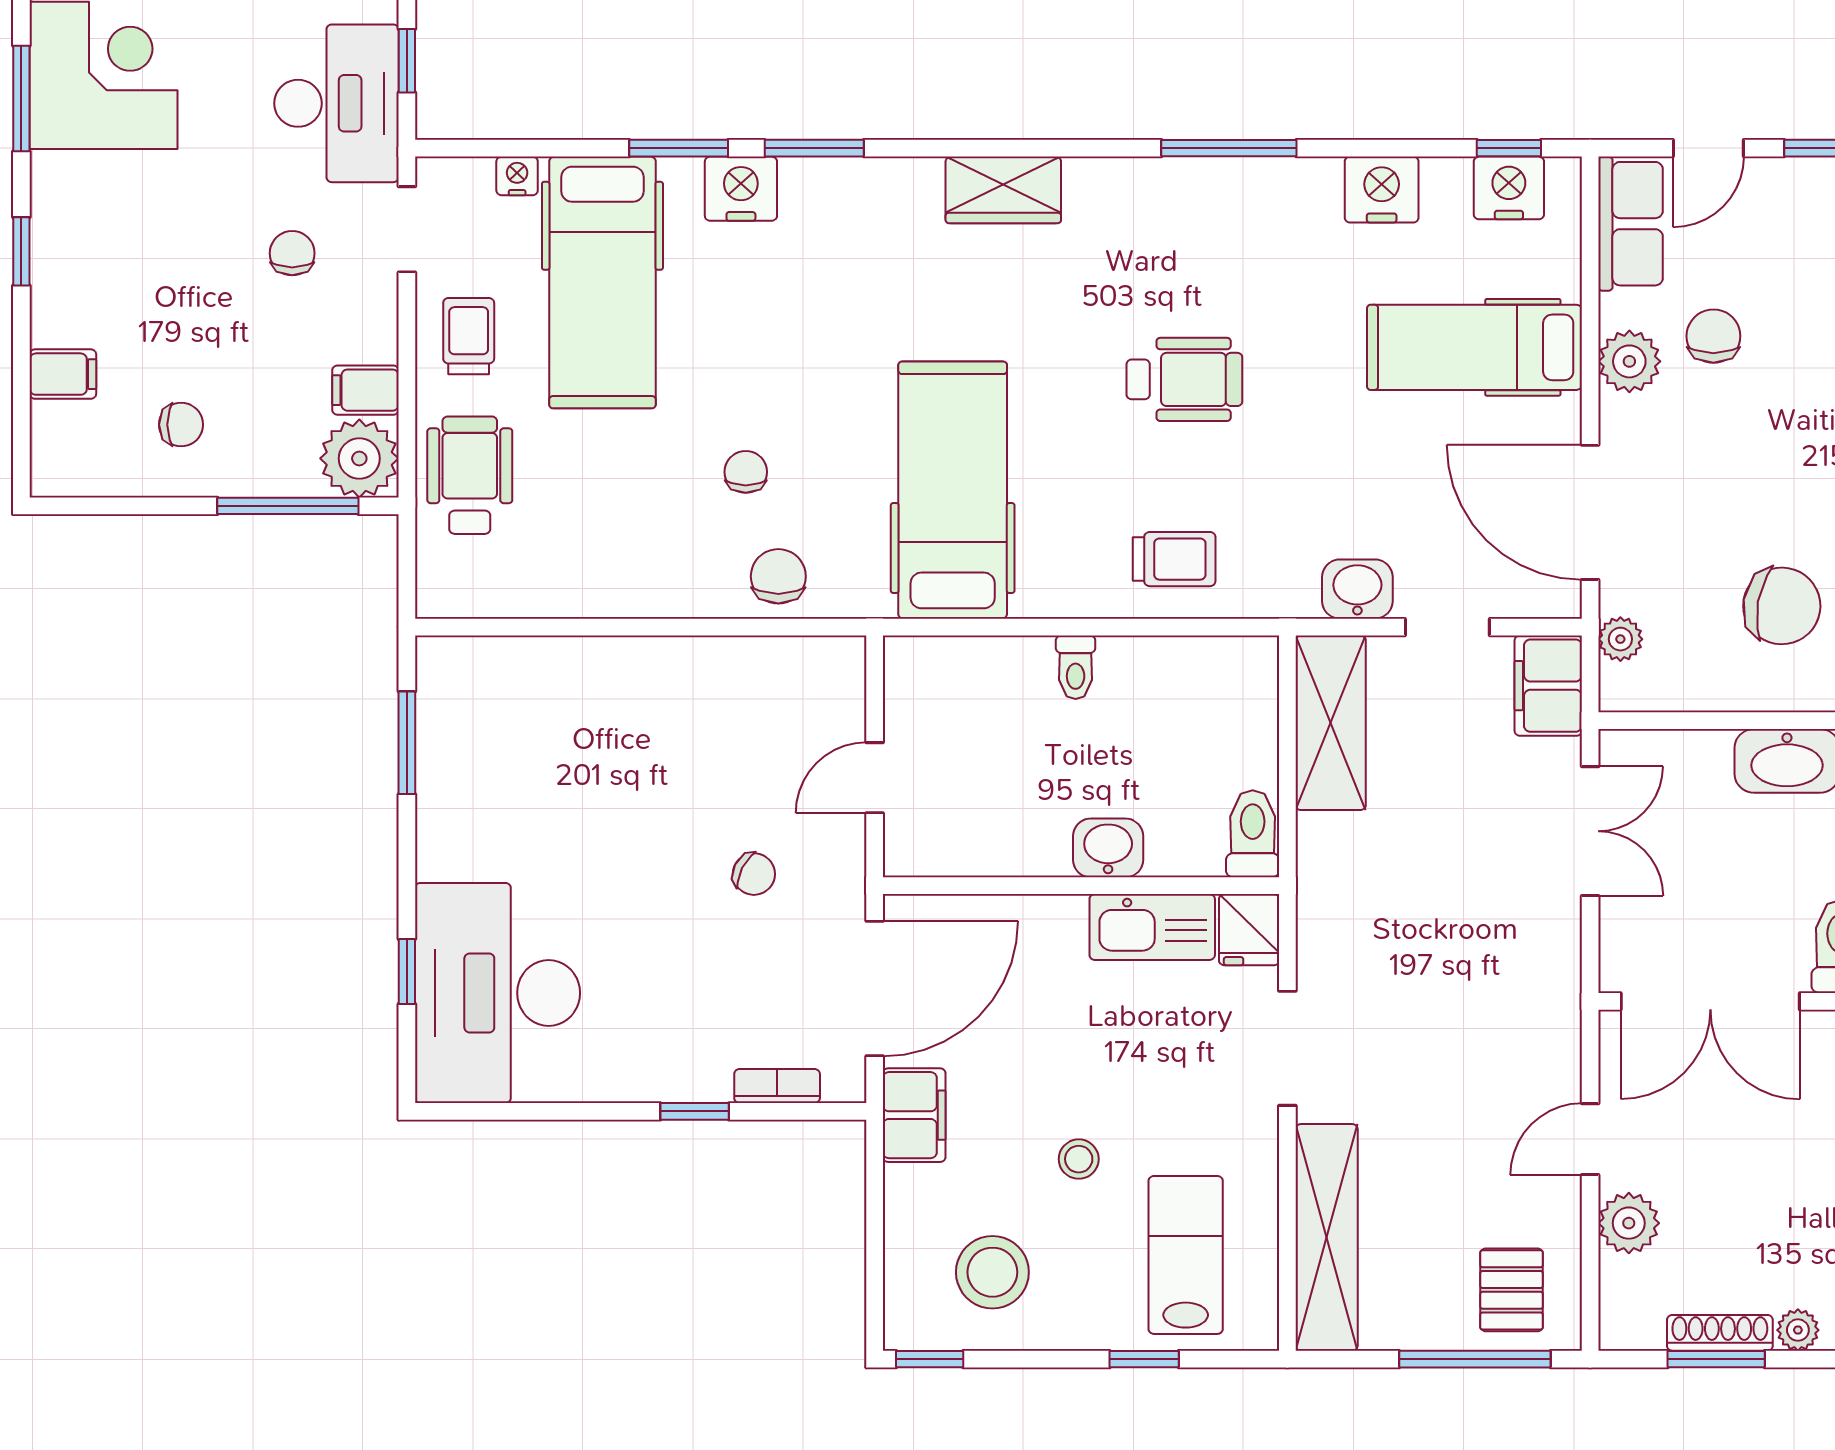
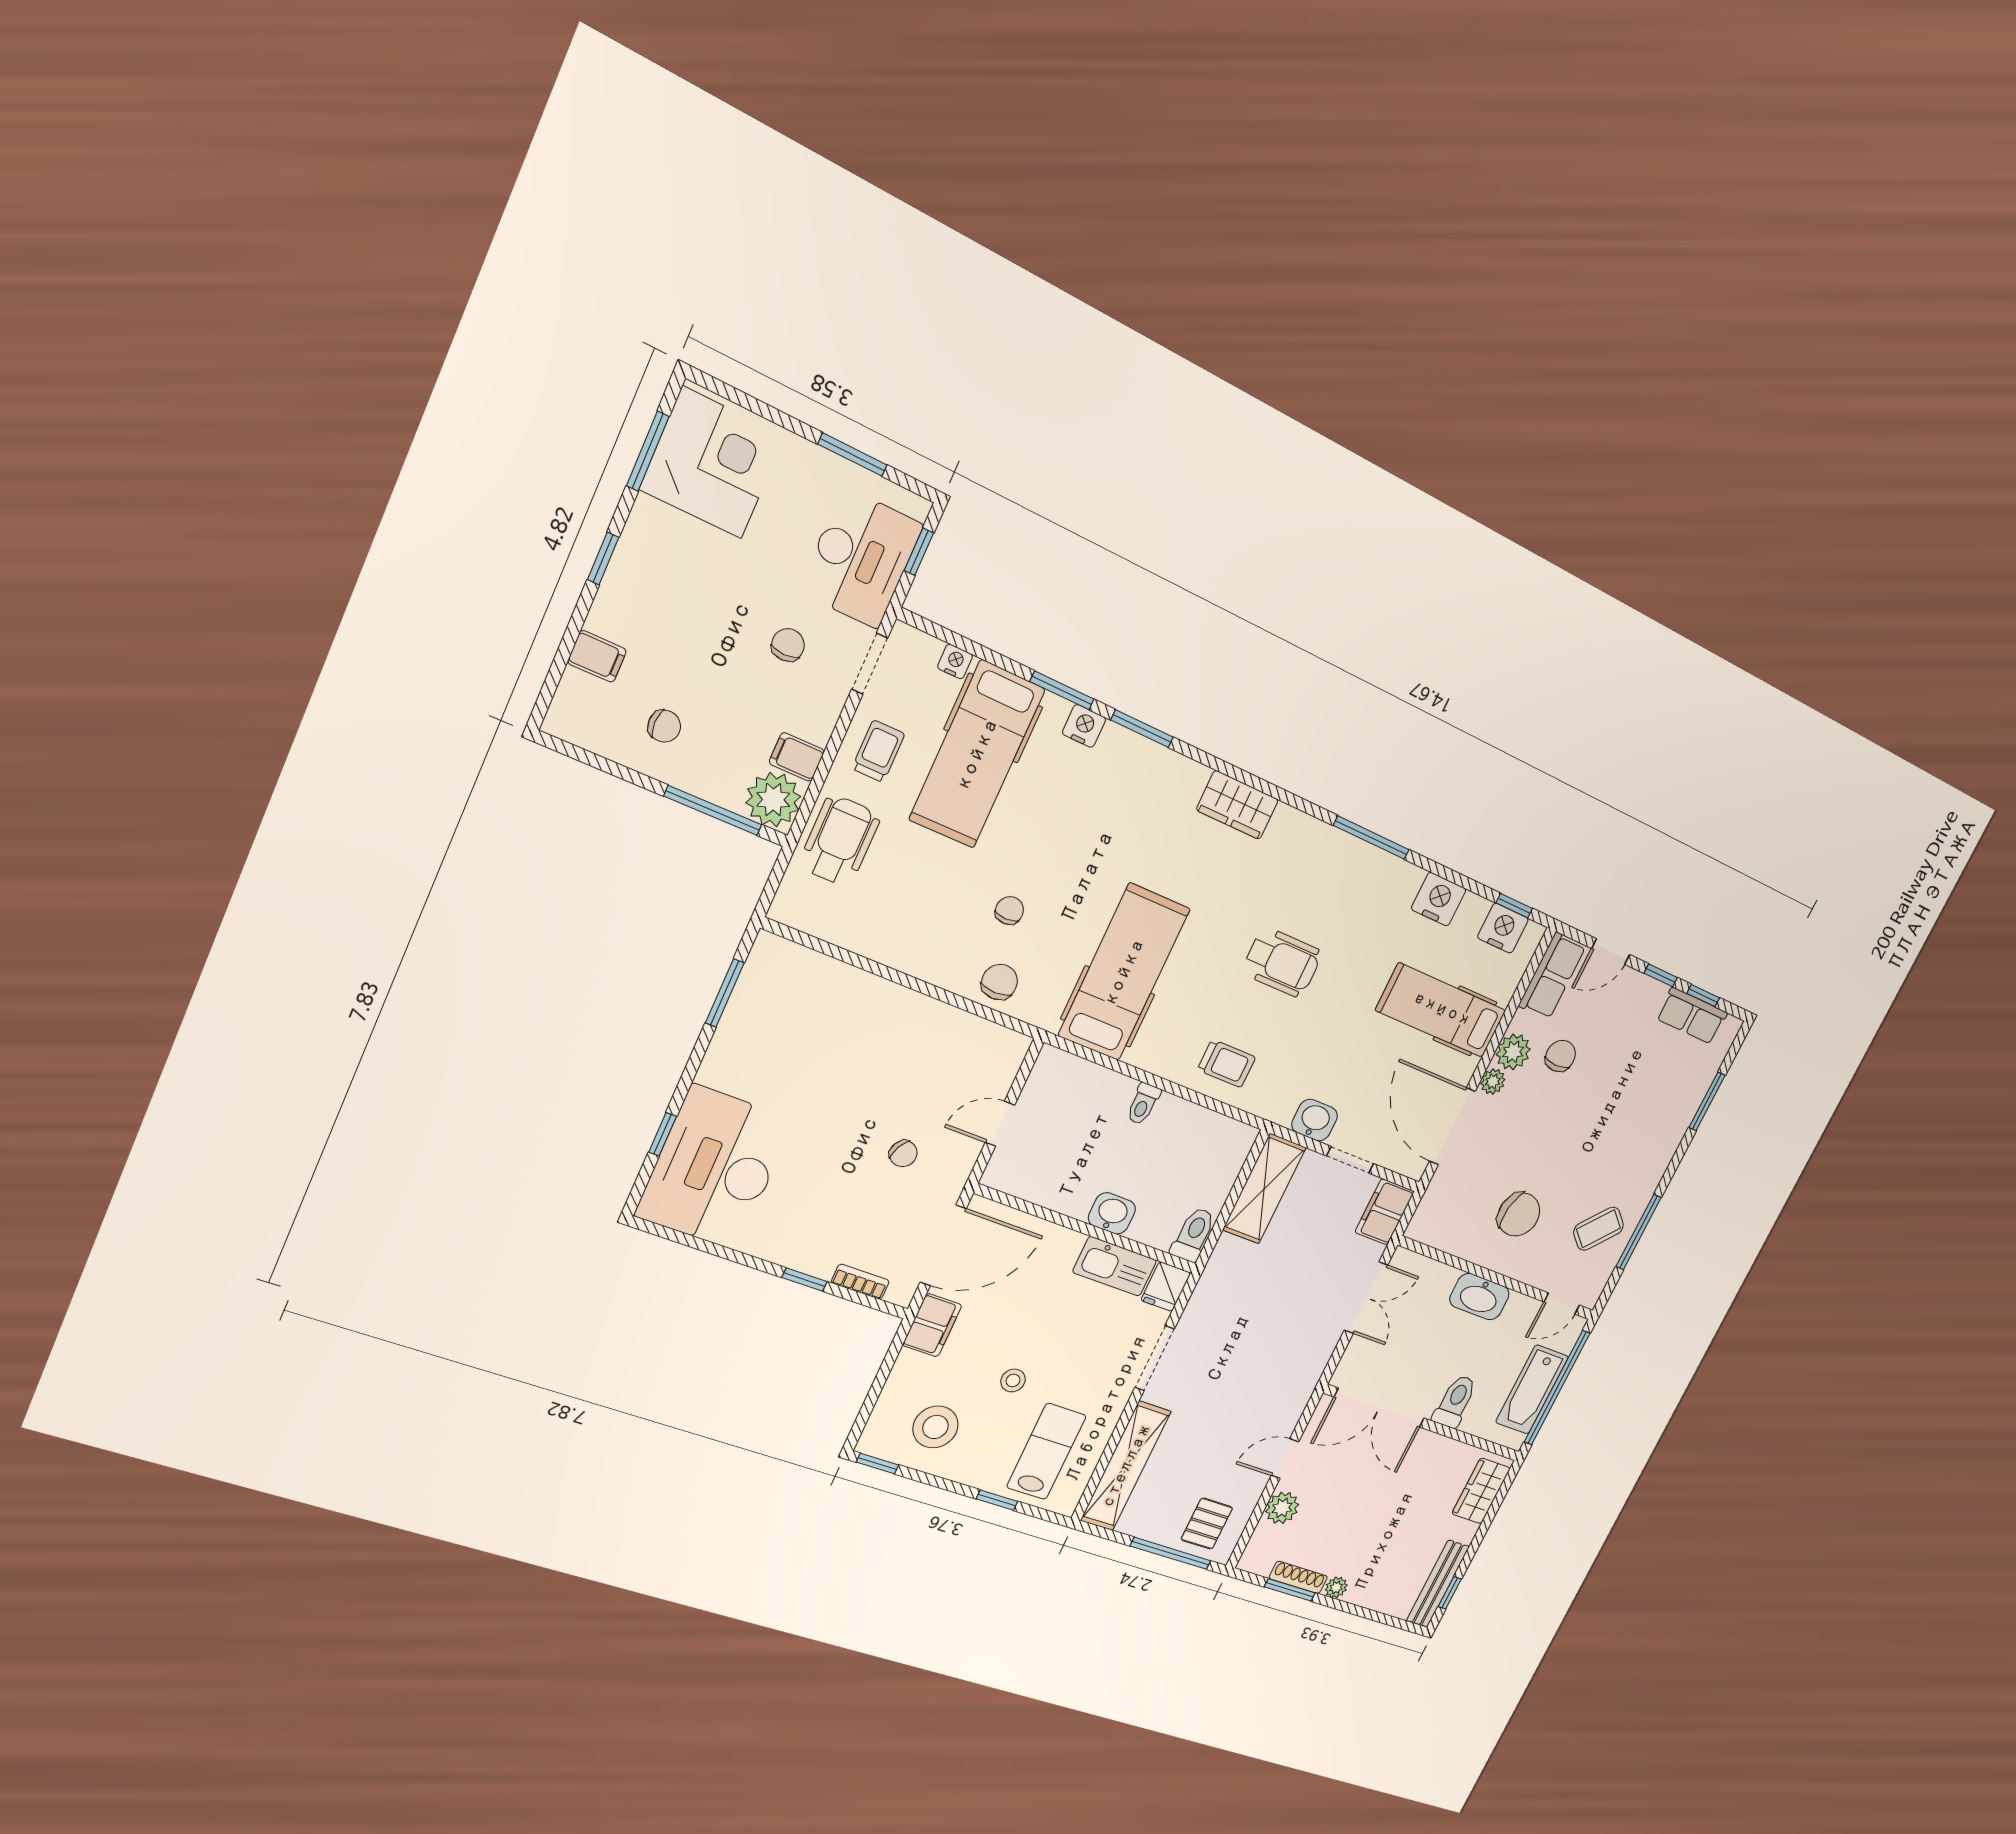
nightstand: (741, 189) -> (1084, 726), width x0.74, depth x0.75
plant: (1620, 639) -> (1493, 1082), moved

